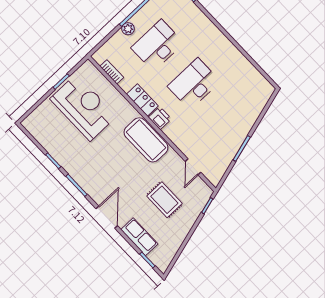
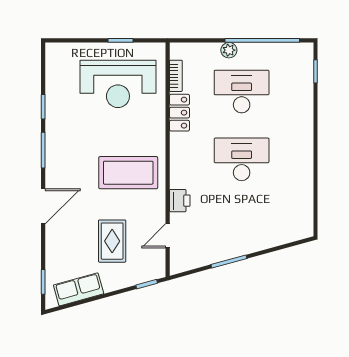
locker: (142, 100) -> (179, 113), moved
reception desk: (83, 108) -> (118, 84), turned 90
printer: (160, 118) -> (180, 201), moved
coffee table: (146, 140) -> (128, 173), moved, turned 90
row of seats: (139, 237) -> (79, 289), moved, turned -105

